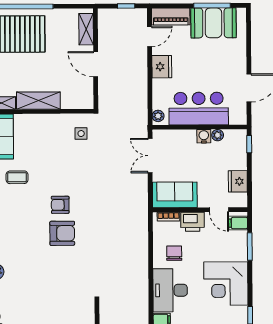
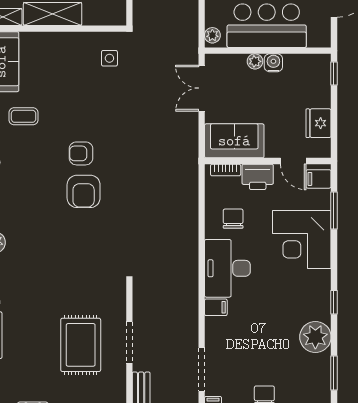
plant: (218, 135) -> (255, 61), moved
armchair: (62, 233) -> (84, 191), turned 90
corner desk: (226, 283) -> (302, 240), moved

